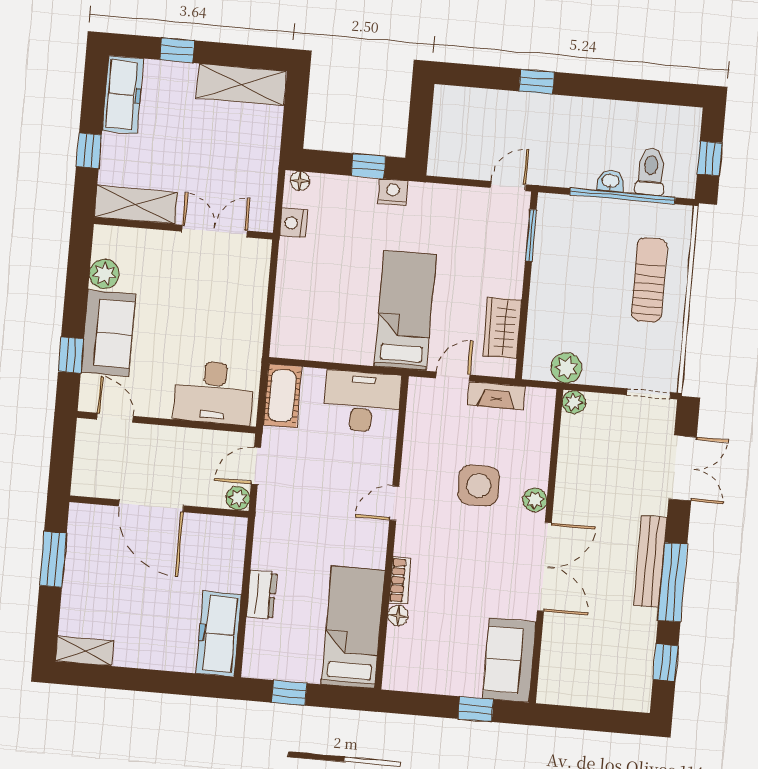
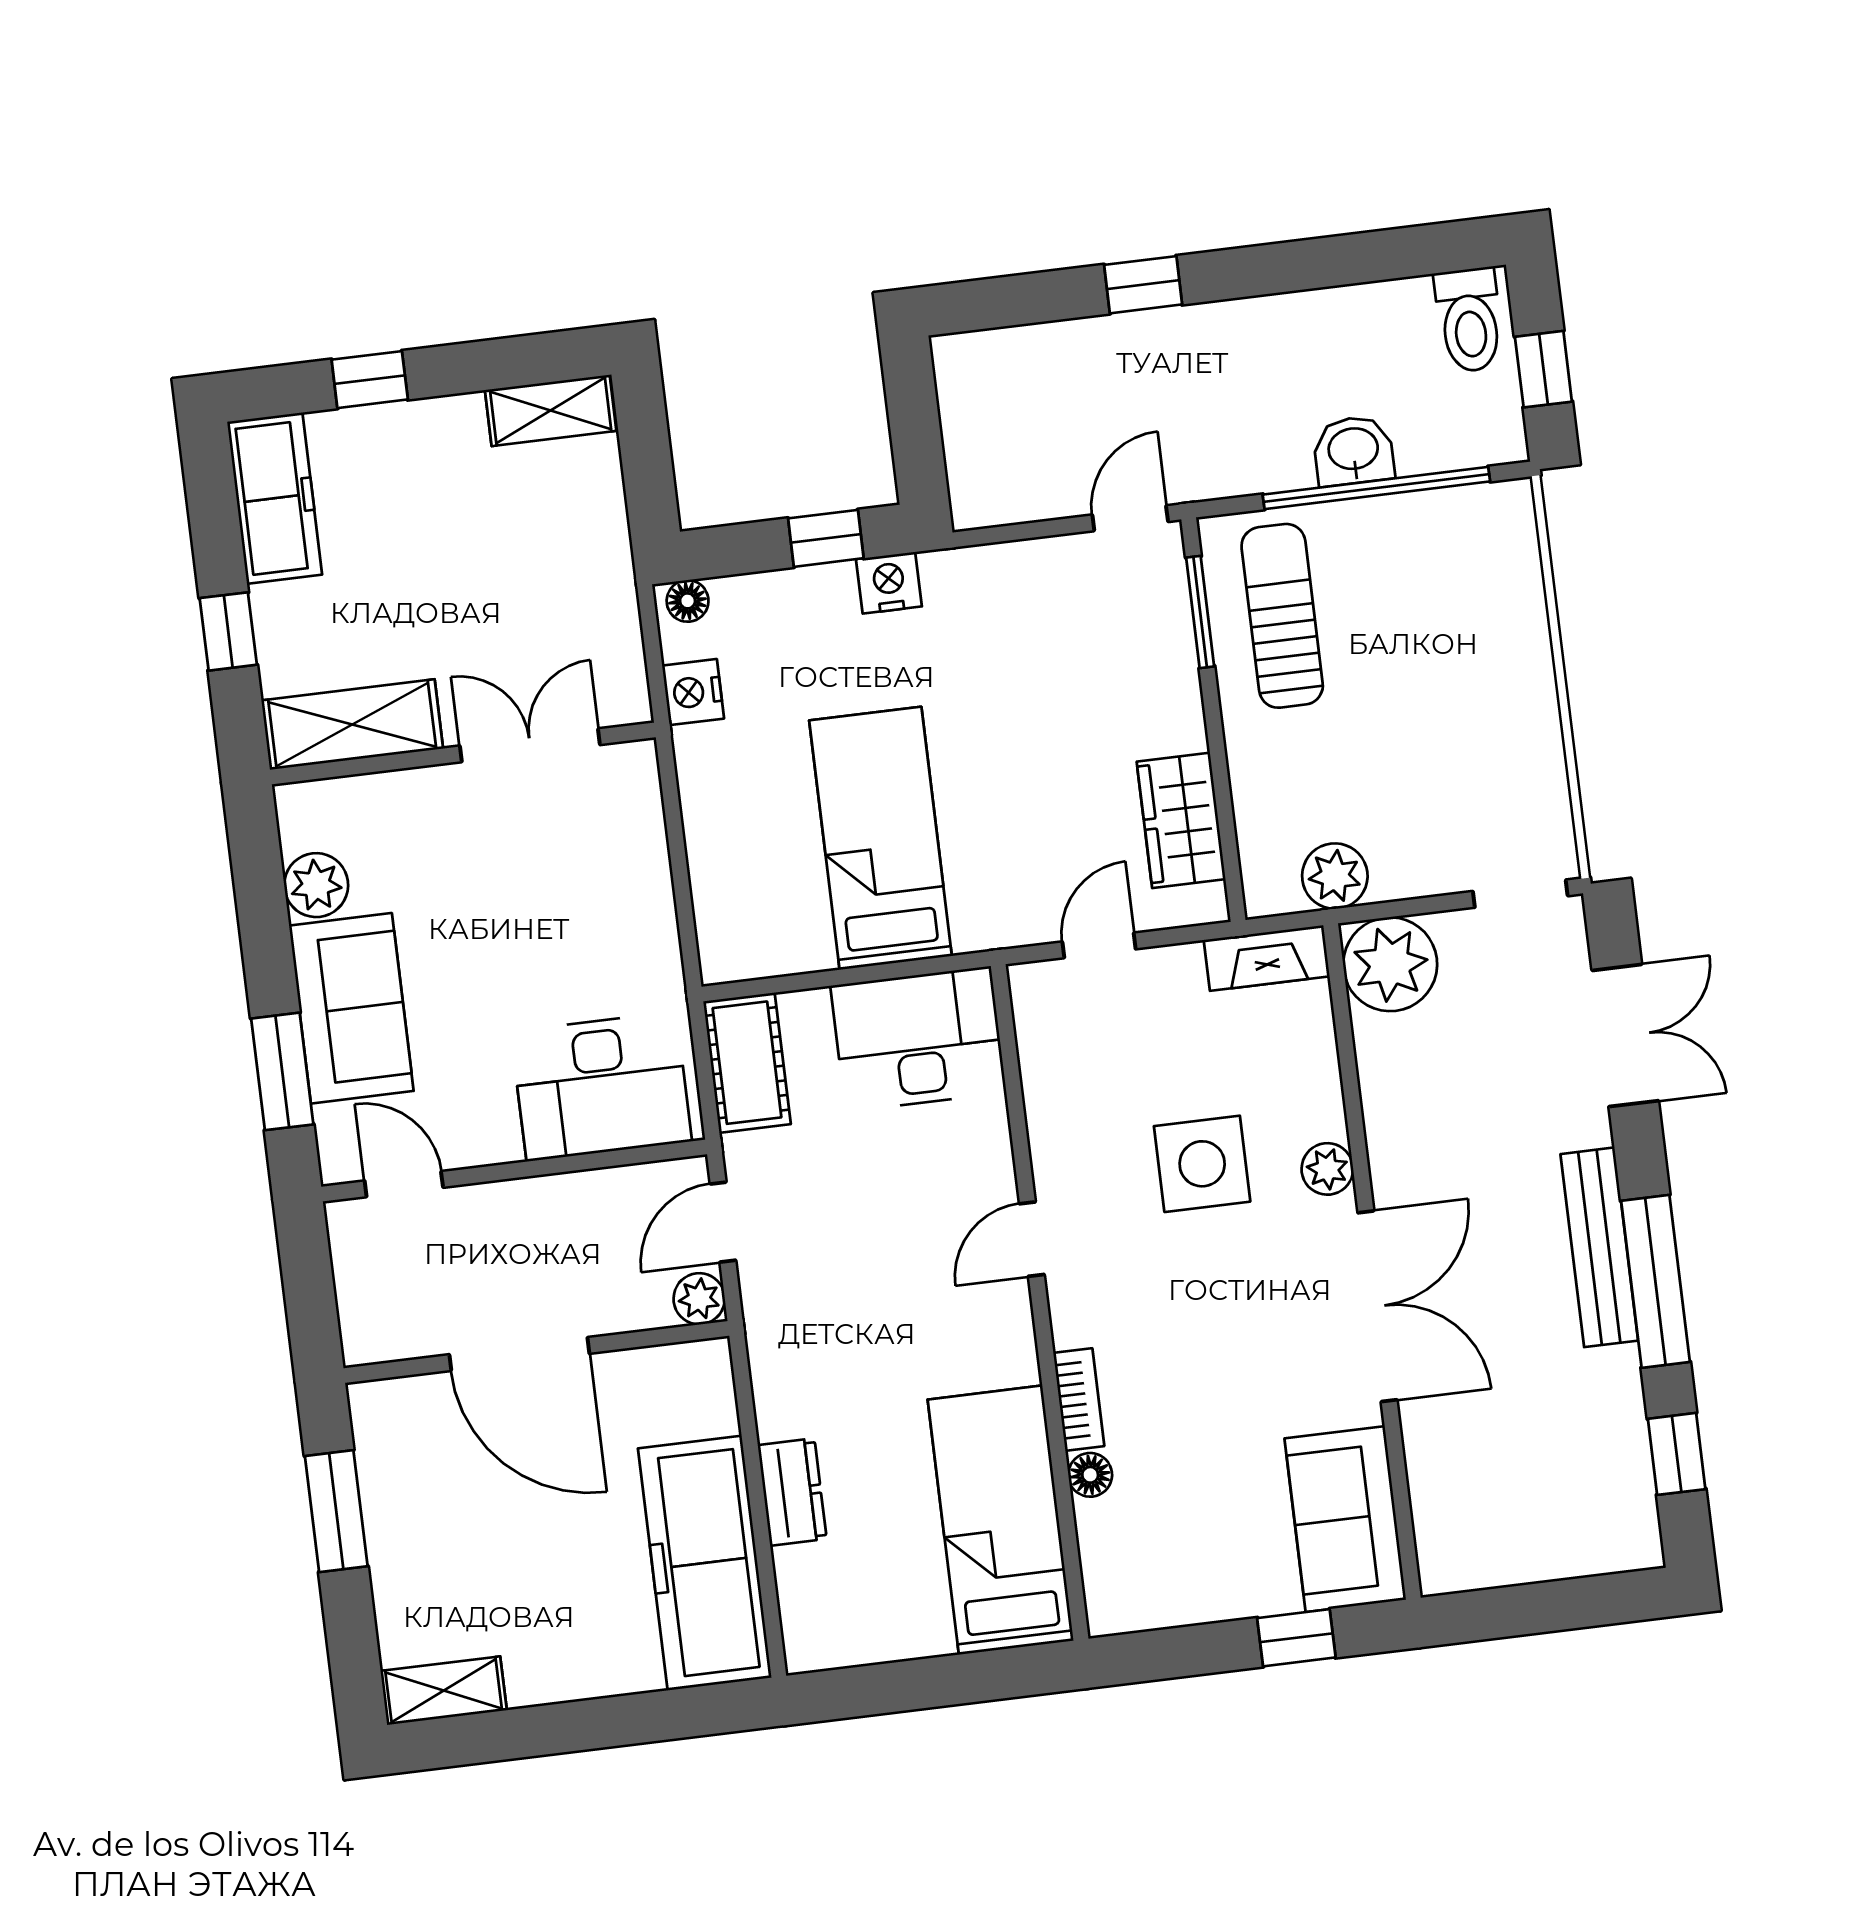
shelving: (241, 85) -> (551, 410), width x0.67, depth x0.75
toilet: (651, 172) -> (1469, 320), moved, turned 180
washbasin: (610, 181) -> (1353, 451), width x1.38, depth x1.45
sun lounger: (649, 280) -> (1282, 616), moved
bed: (405, 311) -> (880, 838), moved
window: (71, 355) -> (282, 1071), width x1.50
fireplace: (496, 396) -> (1267, 958), moved
plant: (574, 402) -> (1390, 964), width x1.88, depth x1.88
freezer: (219, 634) -> (705, 1563), width x1.36, depth x1.26
window: (289, 693) -> (895, 1687), removed

